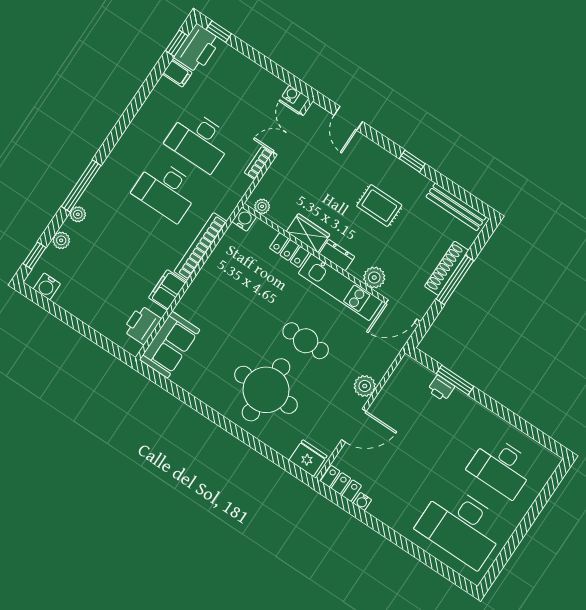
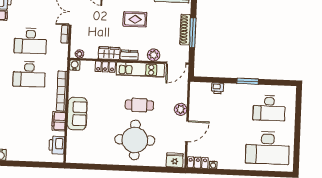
sofa: (170, 345) -> (77, 114), moved
window: (455, 380) -> (248, 81), moved

